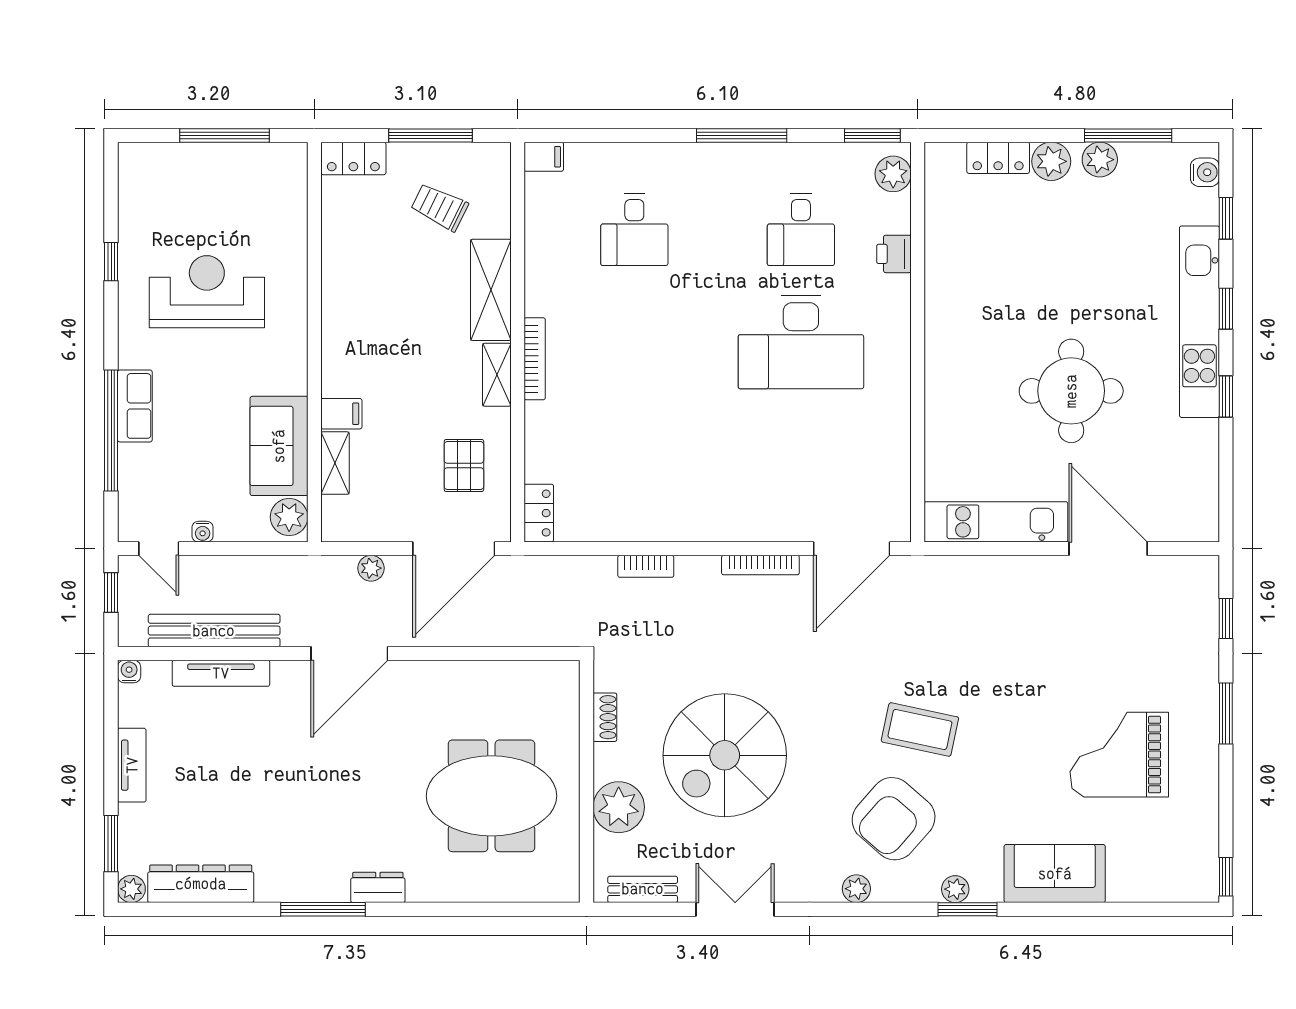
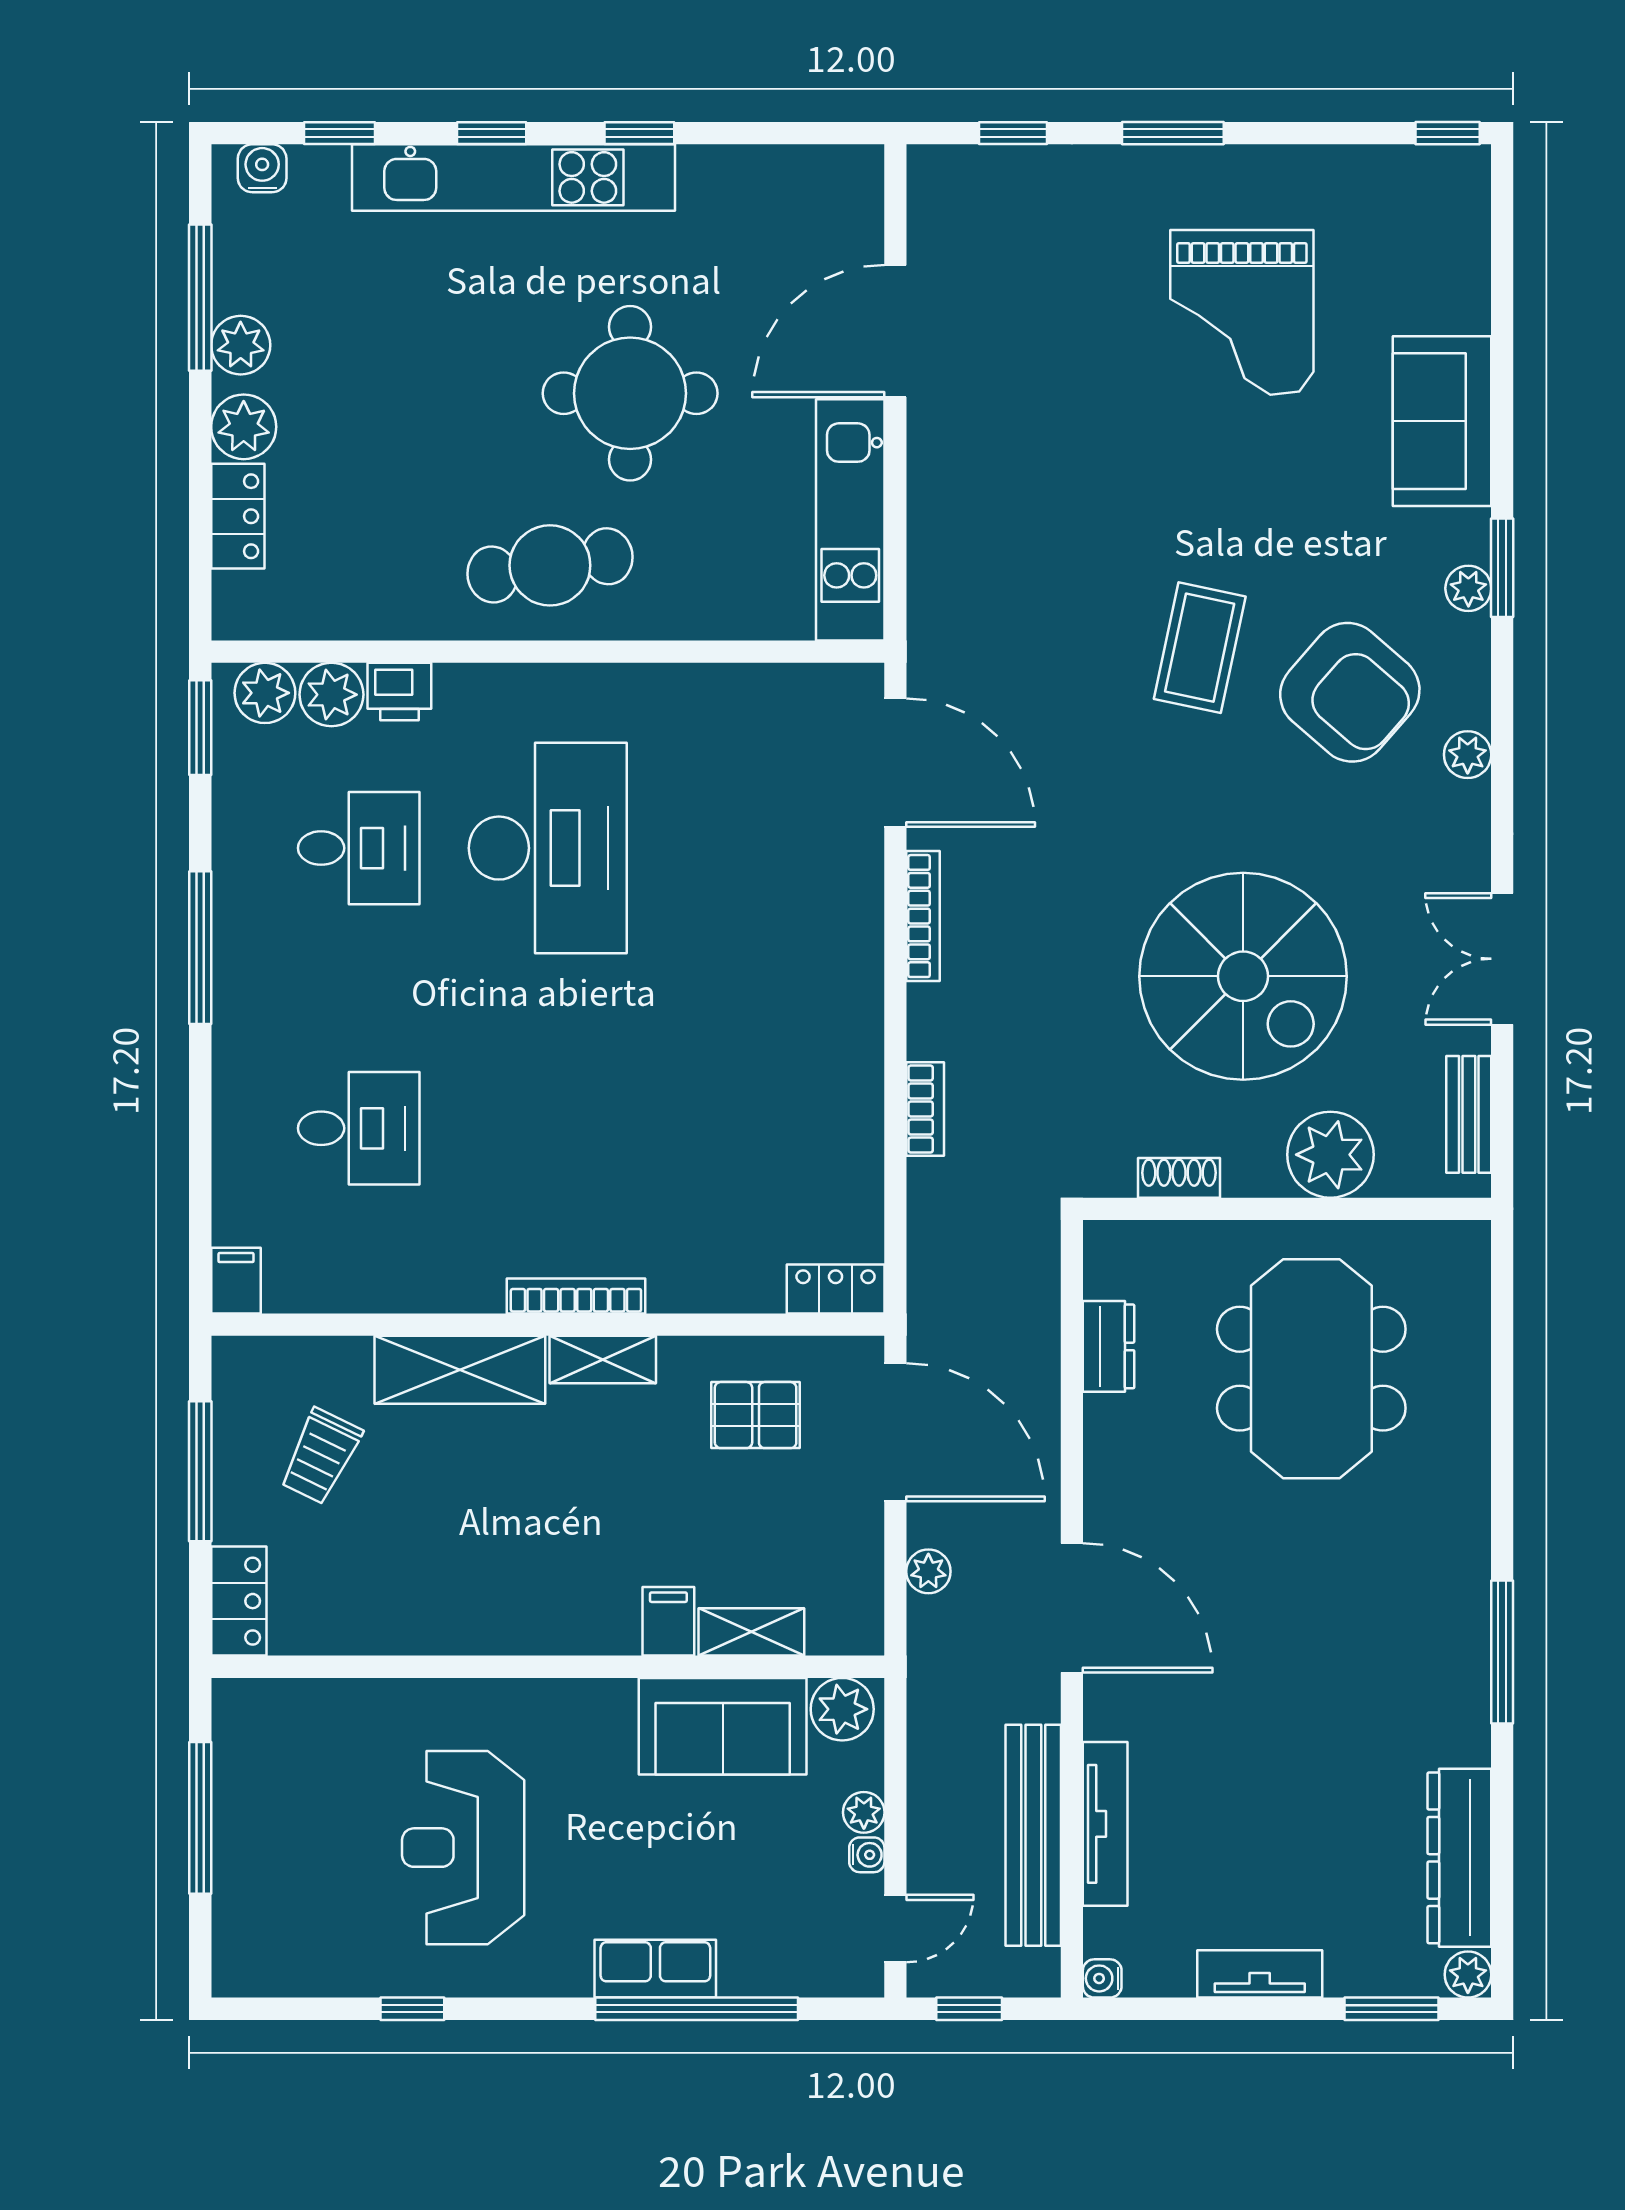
plant: (892, 213) -> (331, 695), added
cafe table: (969, 343) -> (550, 565), added
plant: (228, 530) -> (864, 1812), added
dresser: (378, 887) -> (1109, 1346), moved, turned 180

